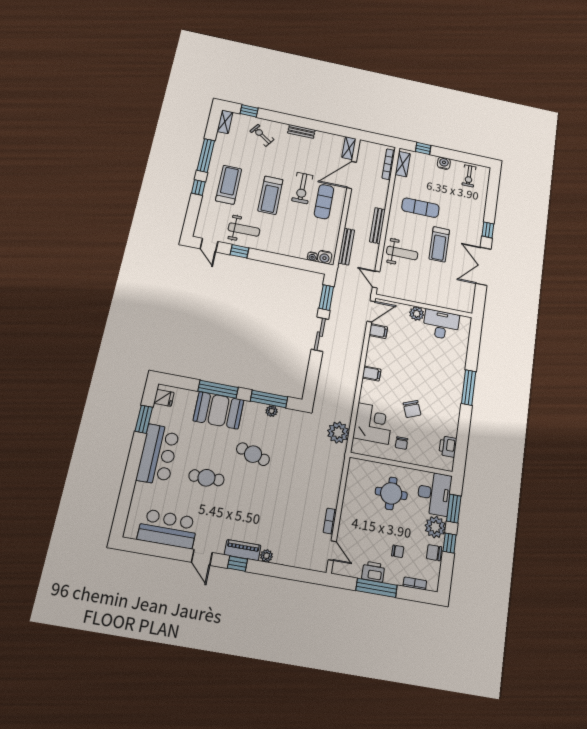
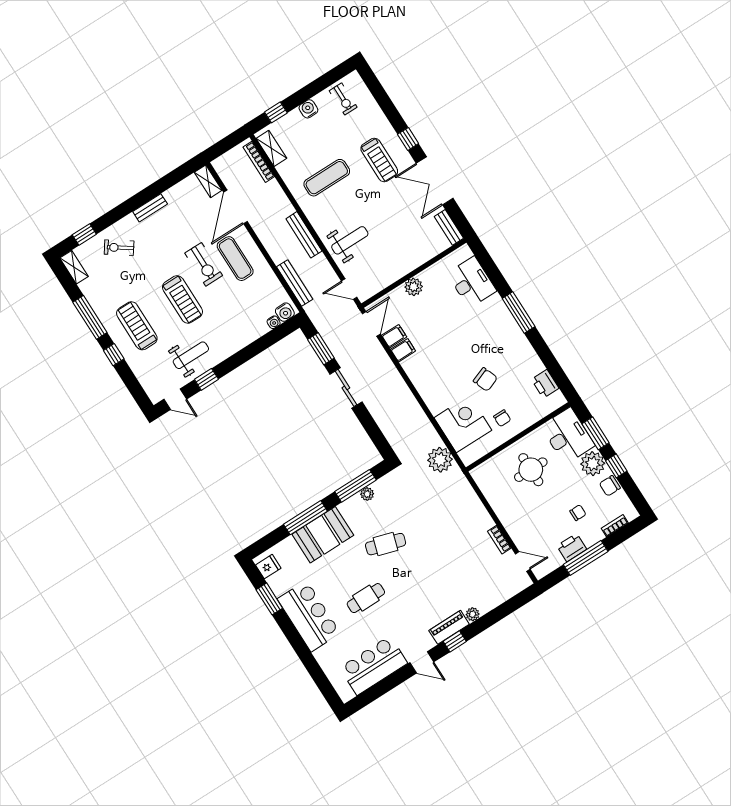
treadmill: (439, 244) -> (379, 160), moved
bench: (469, 300) -> (449, 227), added
desk: (441, 325) -> (472, 282), moved, turned 90
filing cabinet: (372, 374) -> (403, 350), moved

